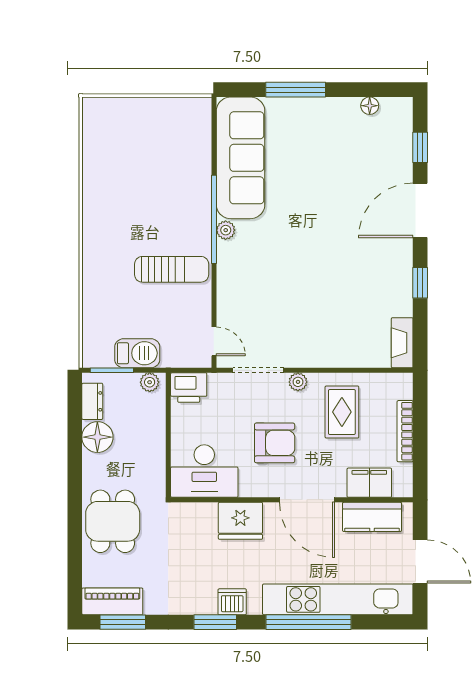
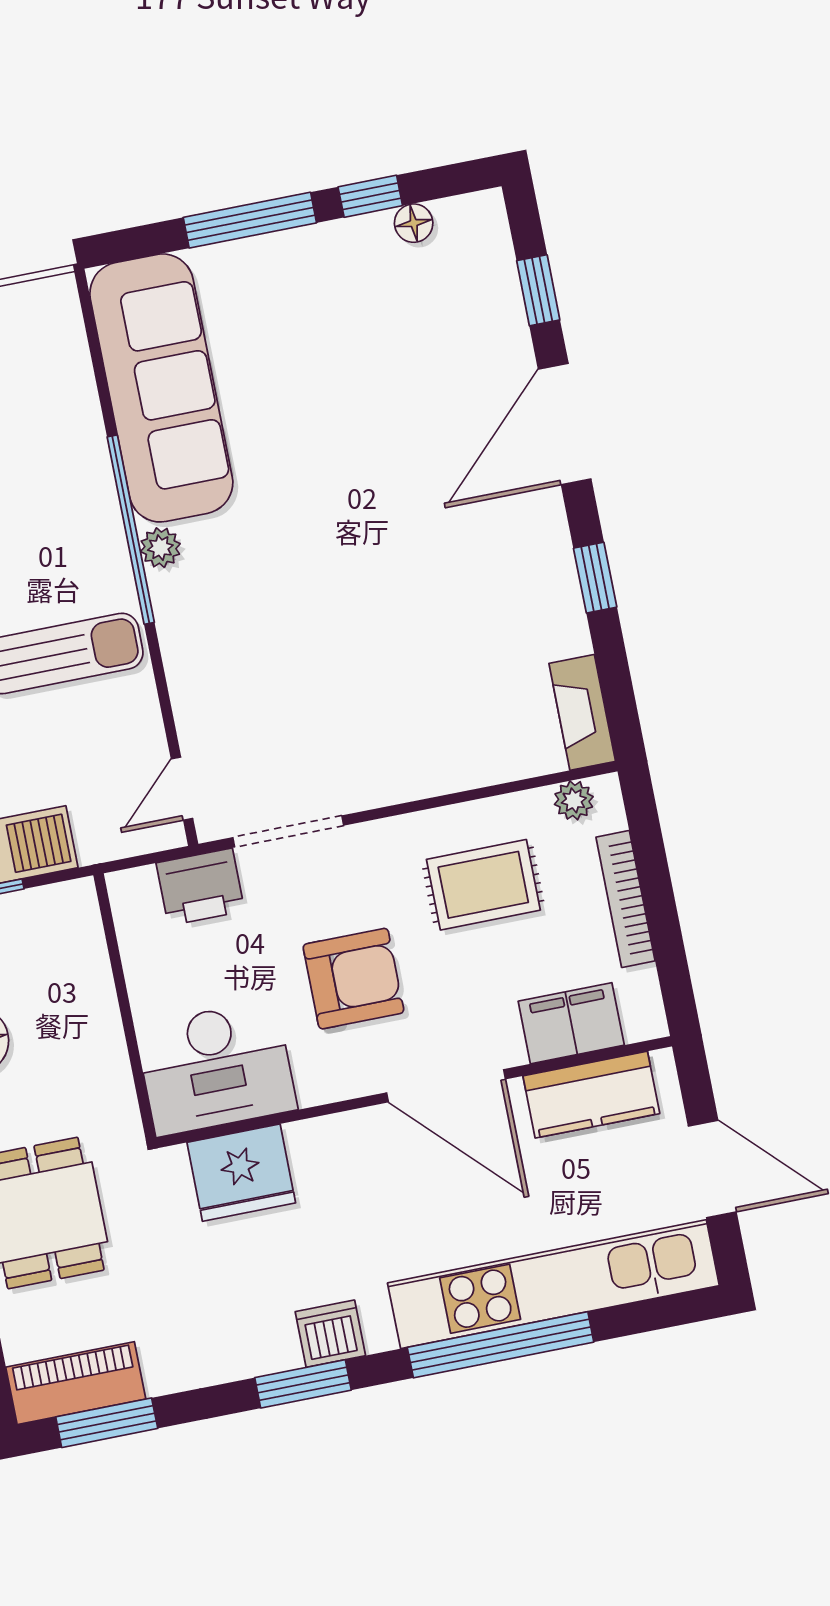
window: (352, 90) -> (370, 196), added
door: (214, 341) -> (182, 789), swing flipped
plant: (150, 382) -> (63, 902), removed
plant: (298, 382) -> (574, 800), moved
printer: (189, 388) -> (200, 887), moved
rug: (342, 412) -> (483, 885), turned 90
fridge: (240, 521) -> (241, 1173), moved

